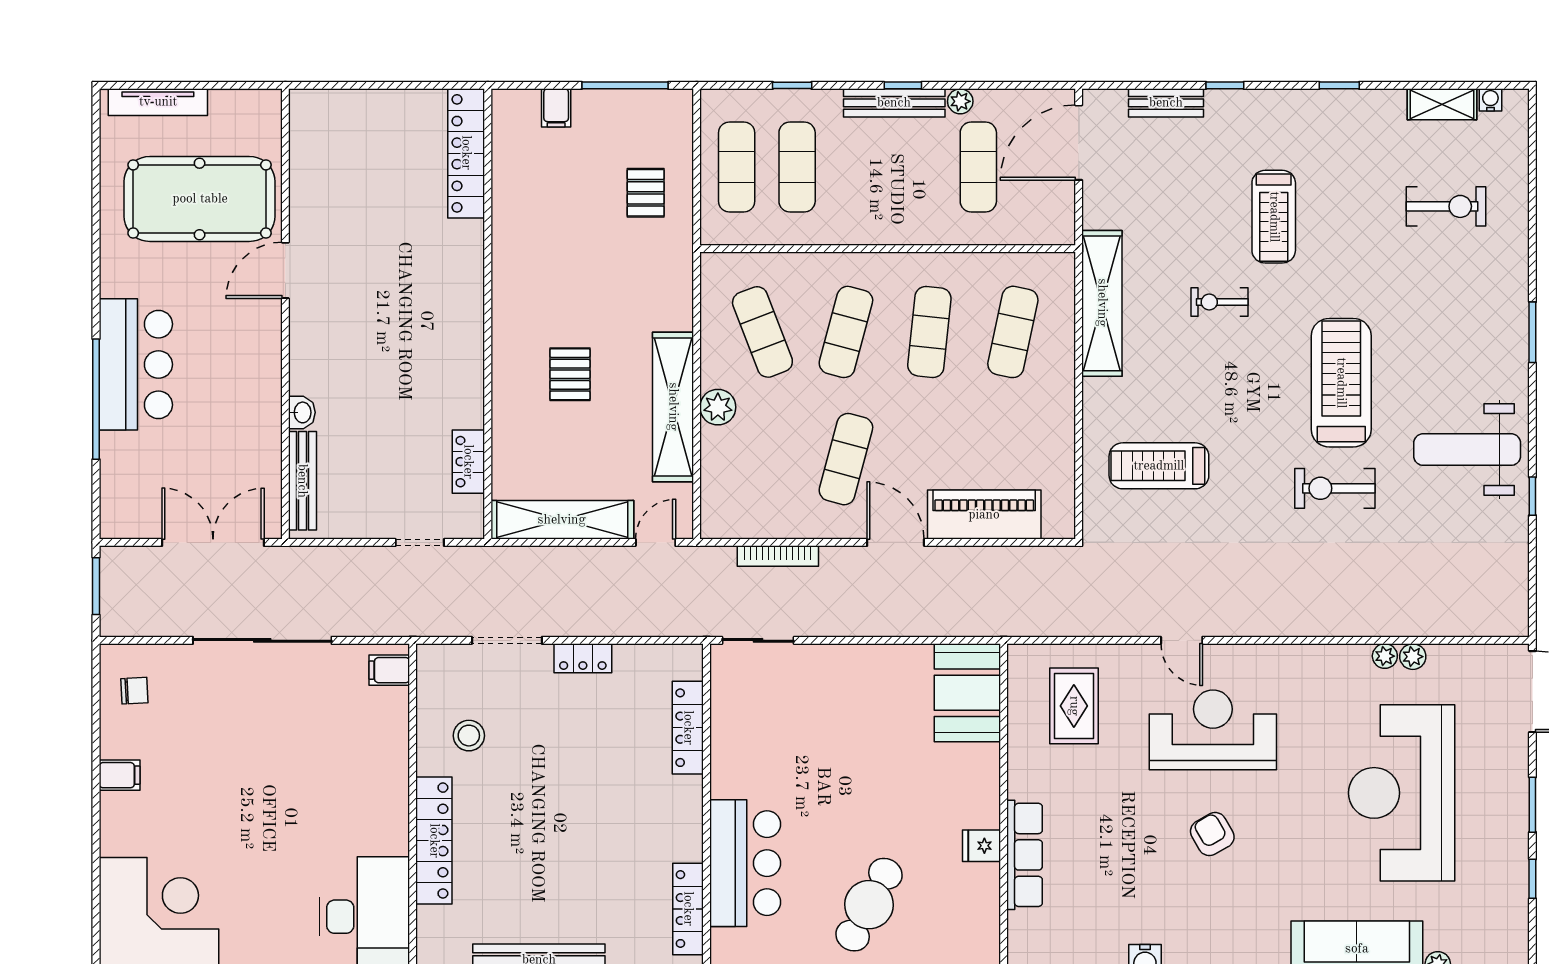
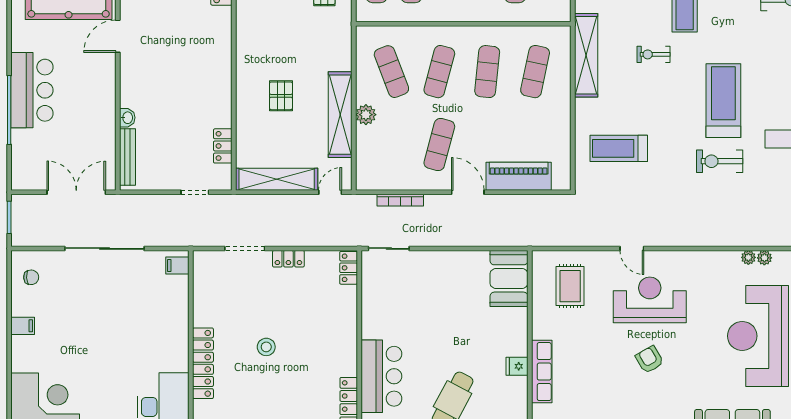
locker: (688, 728) -> (349, 268), moved, width x0.66
stool: (469, 736) -> (266, 347), moved

